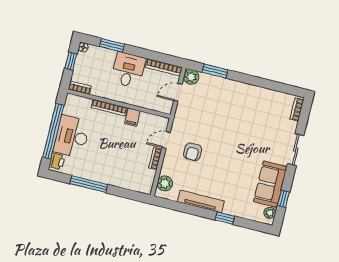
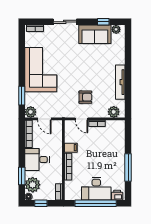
plant: (97, 56) -> (33, 185), added
corner sofa: (242, 104) -> (41, 70), added
window: (225, 218) -> (128, 61), removed

